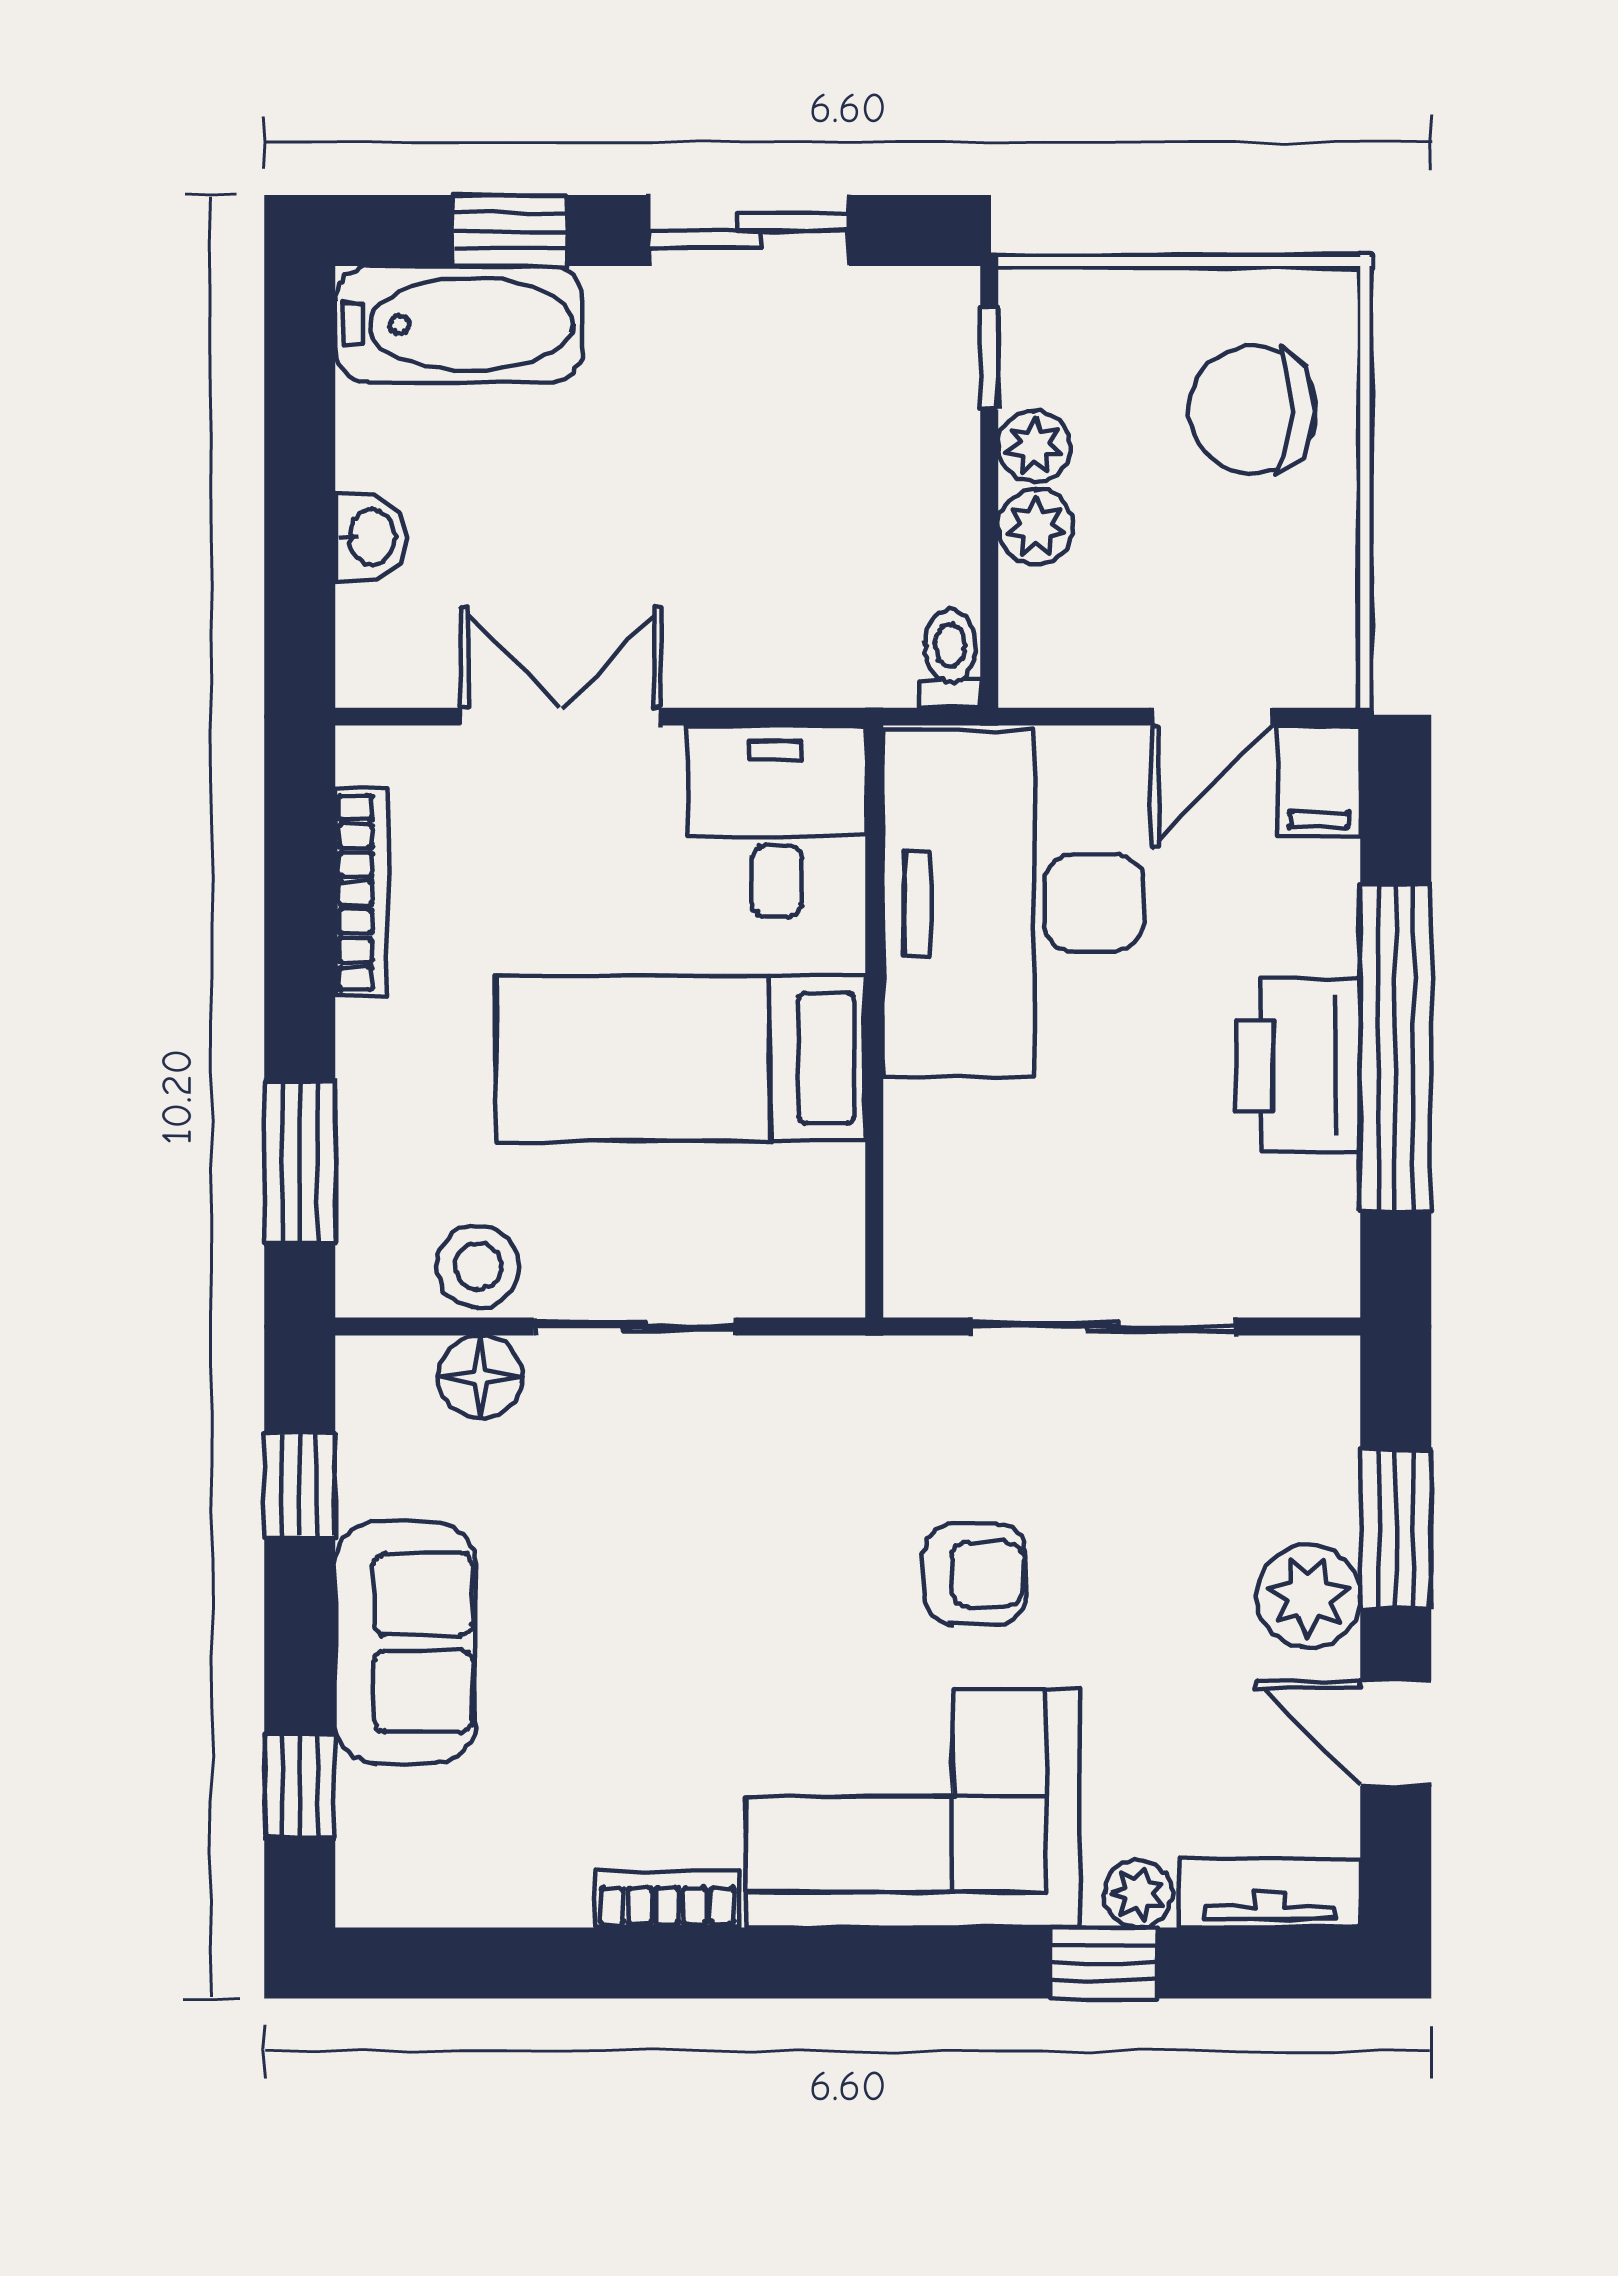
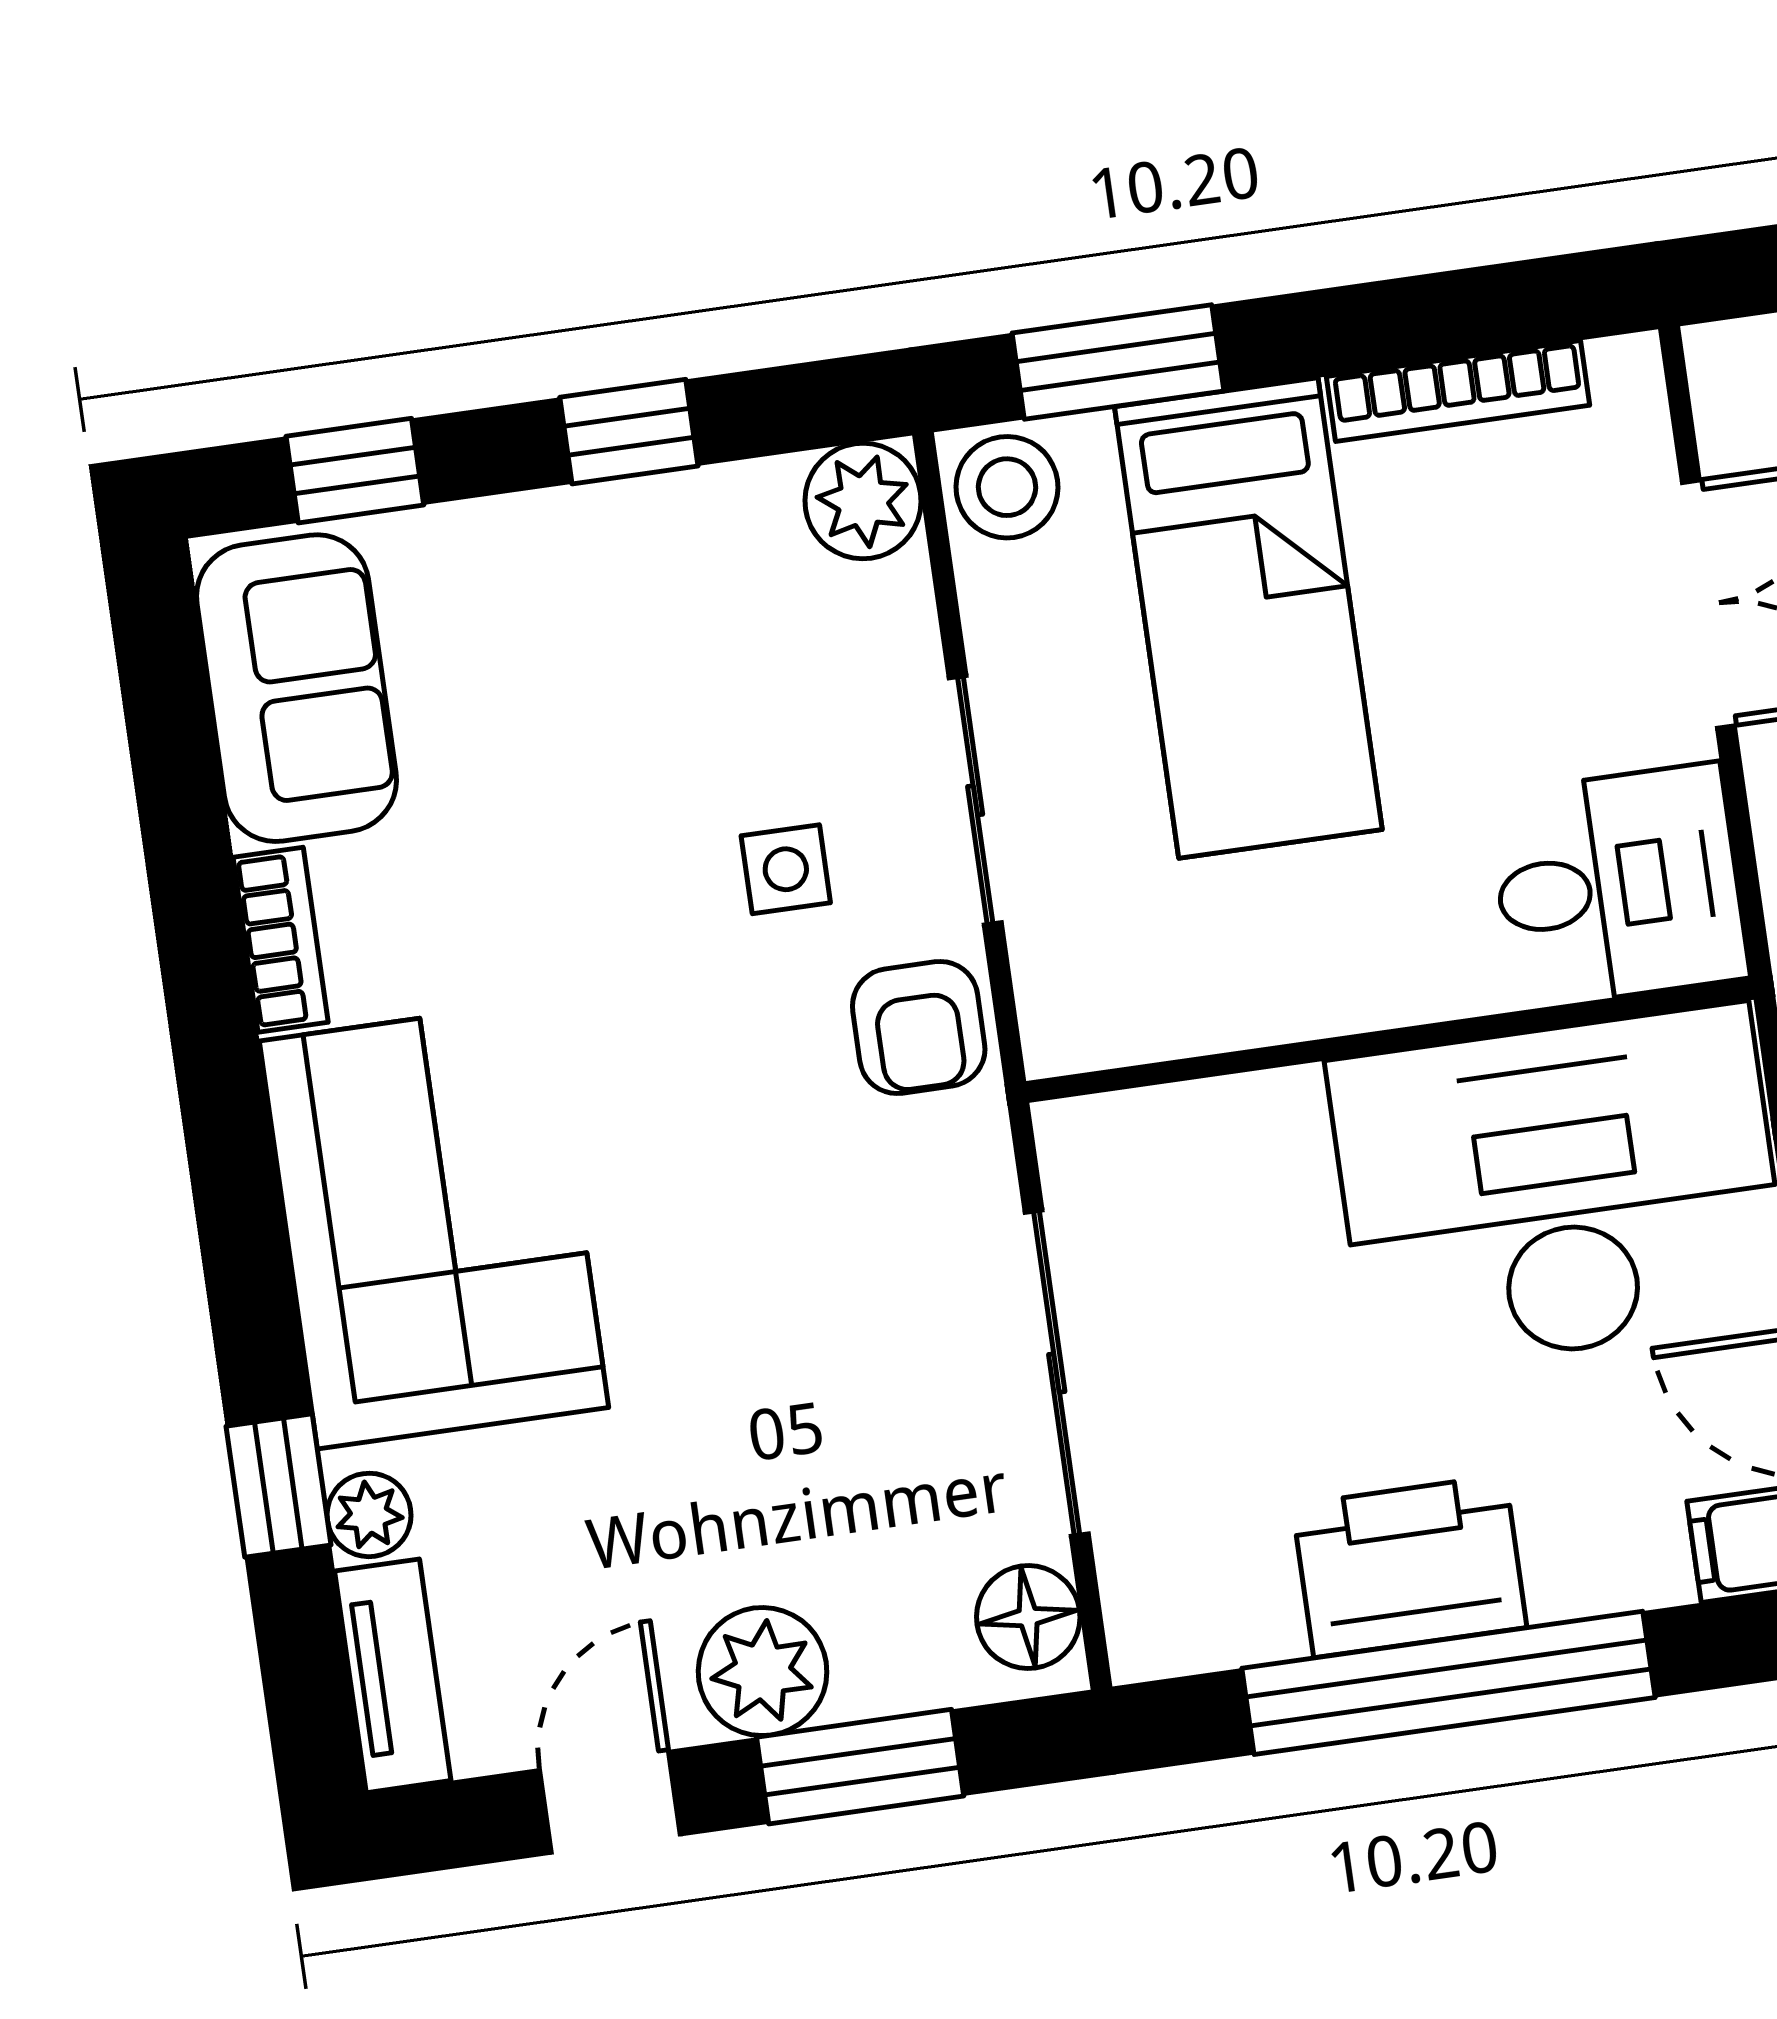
bed: (681, 1058) -> (1248, 618), moved, turned 180
stool: (478, 1267) -> (1007, 487), moved
floor lamp: (481, 1377) -> (1028, 1617), moved
plant: (382, 1382) -> (863, 501), added
window: (300, 1485) -> (629, 432), moved
side table: (668, 1486) -> (786, 869), added
armchair: (975, 1574) -> (919, 1027), moved
sofa: (405, 1643) -> (296, 688), moved, turned -90

